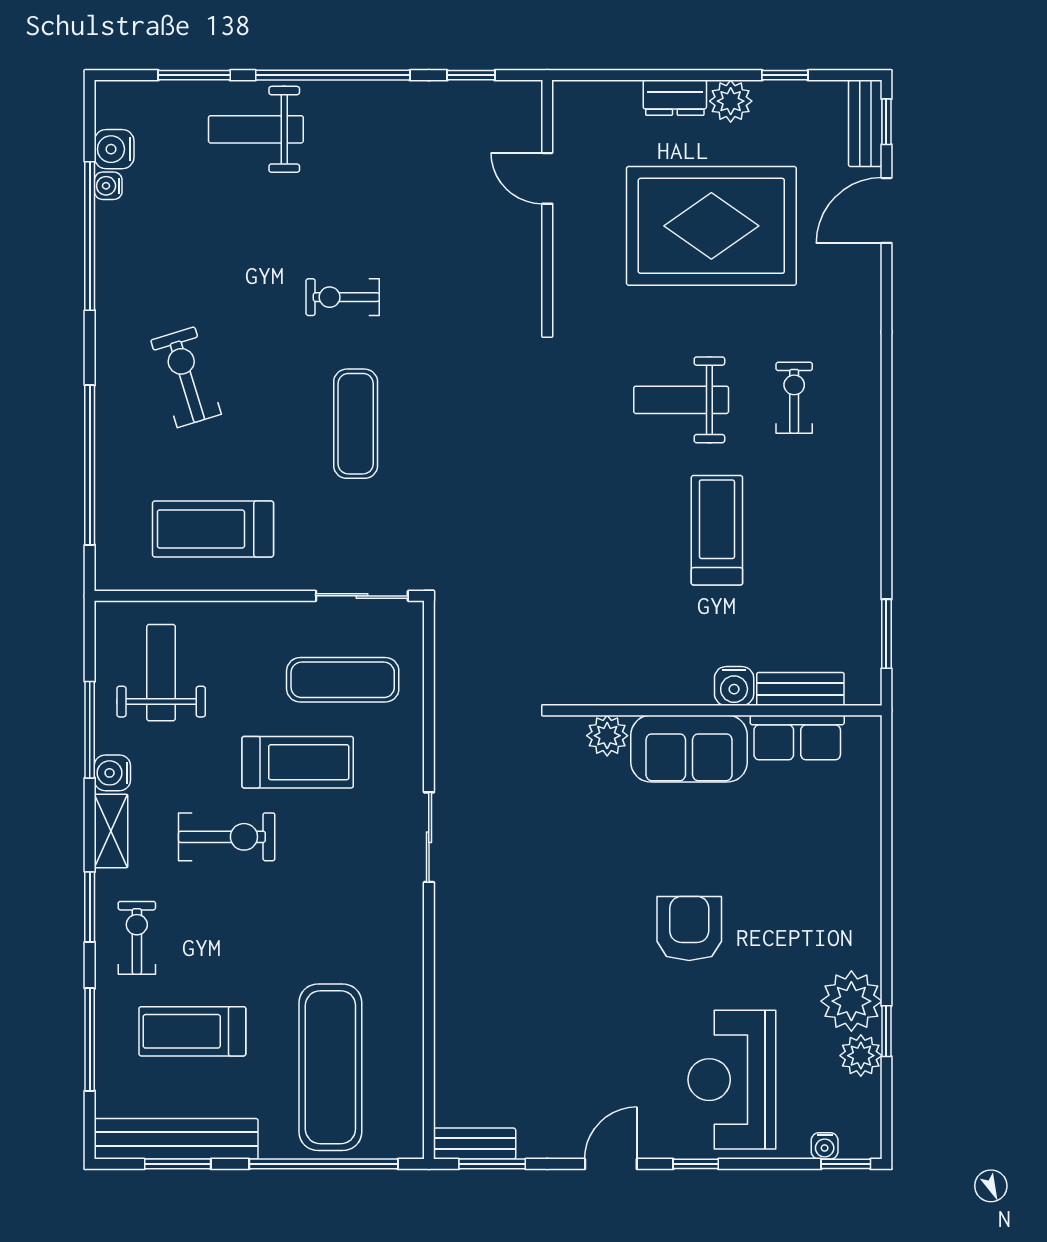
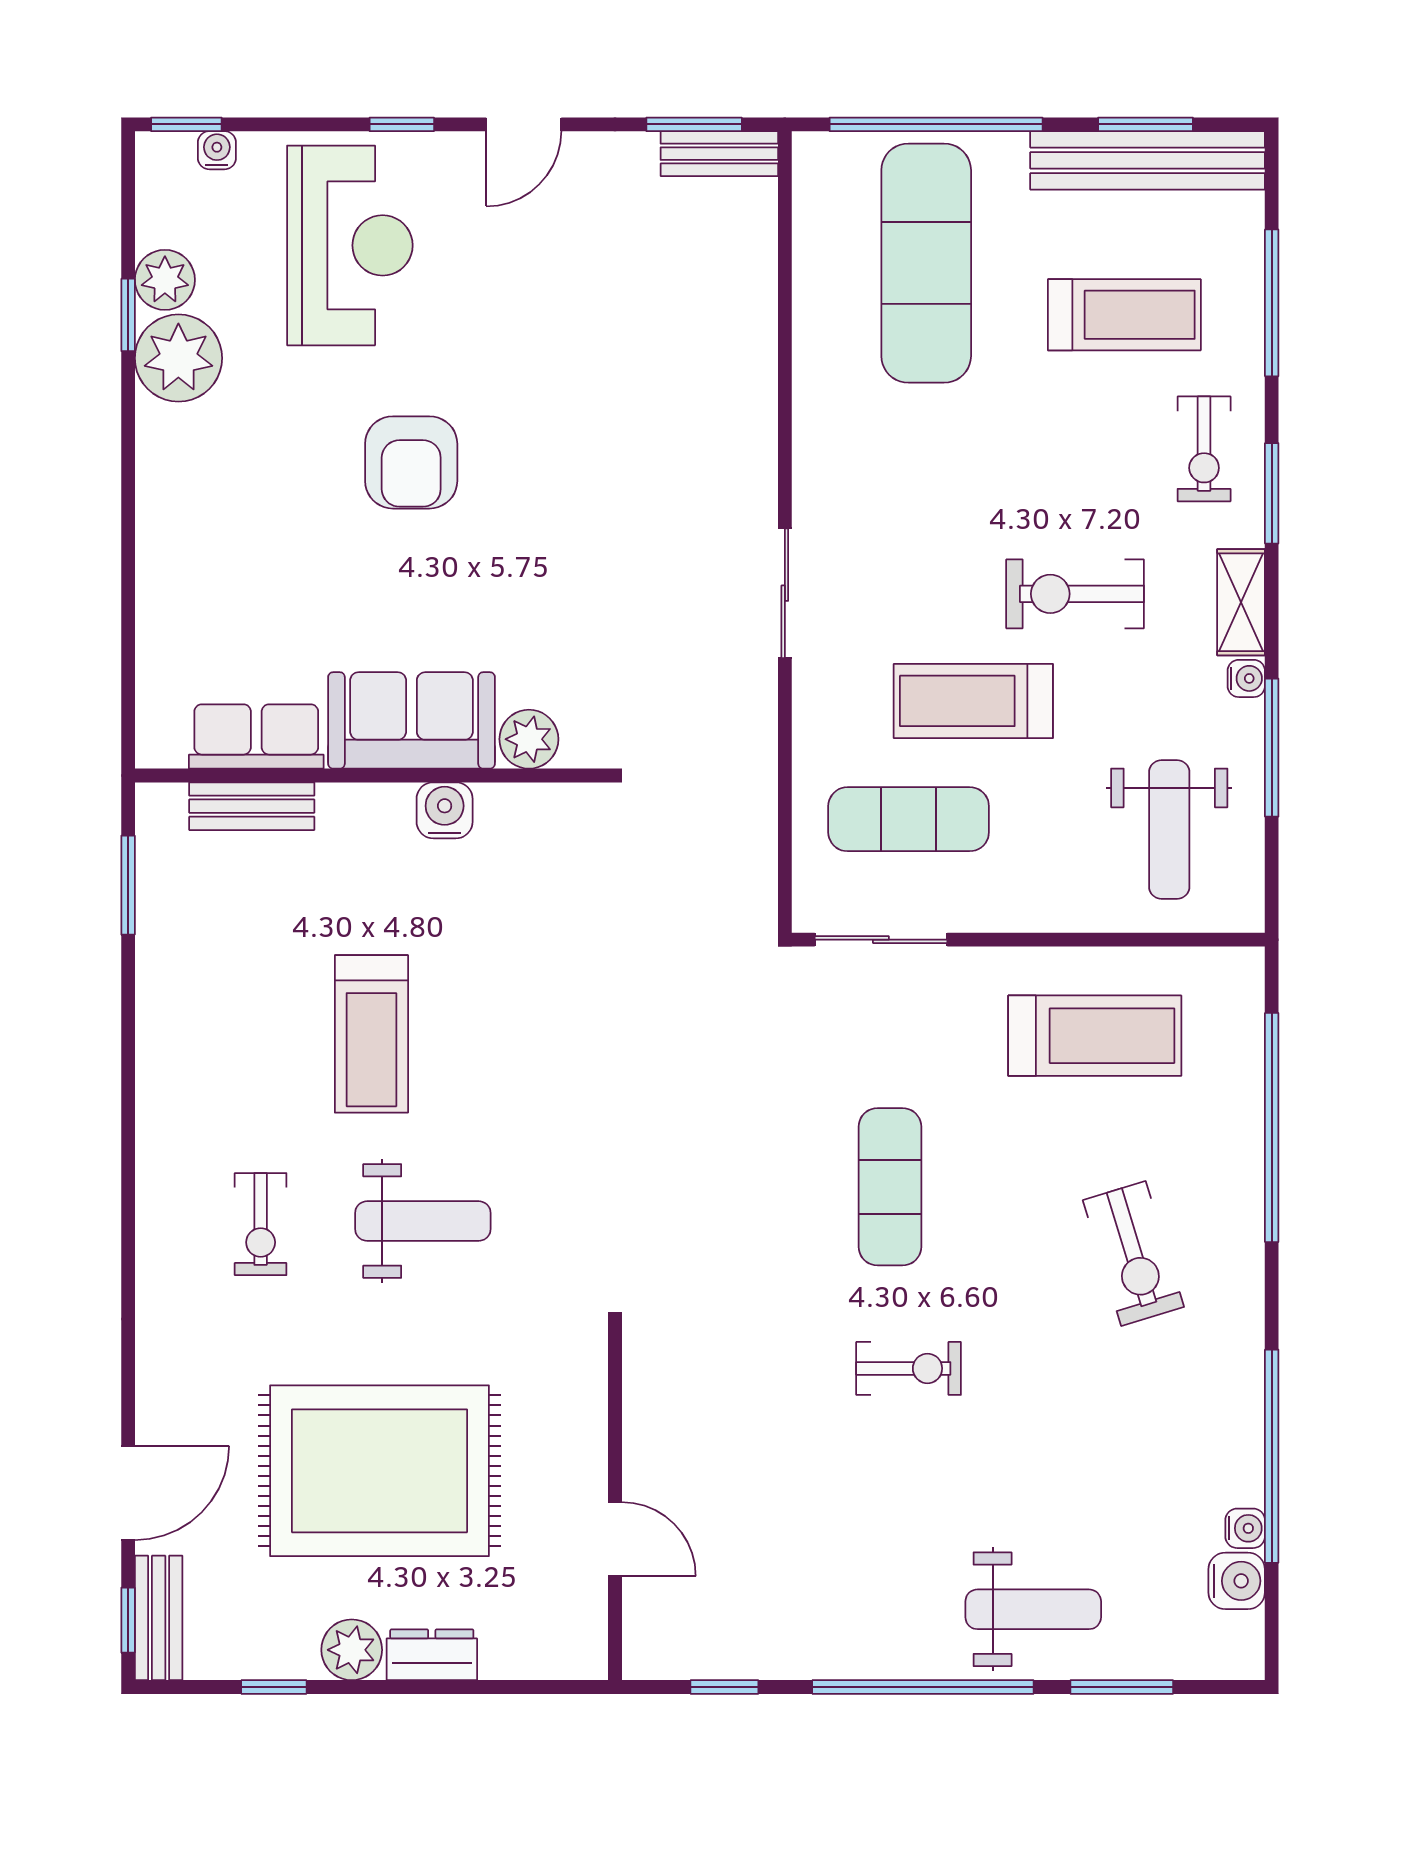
water cooler: (734, 686) -> (445, 810), moved
water cooler: (112, 773) -> (1246, 678), width x0.72, depth x0.72

